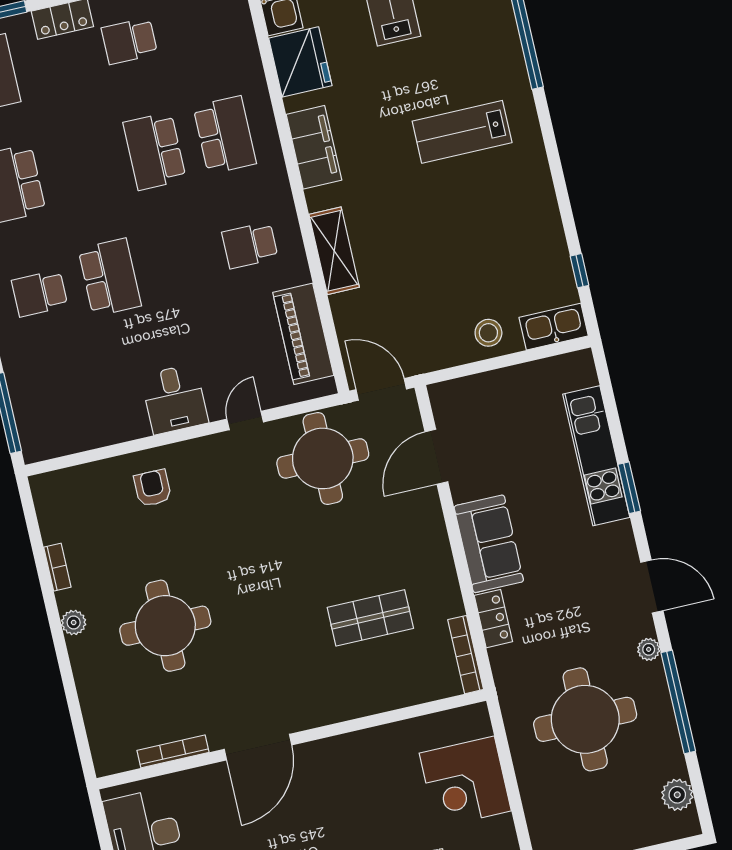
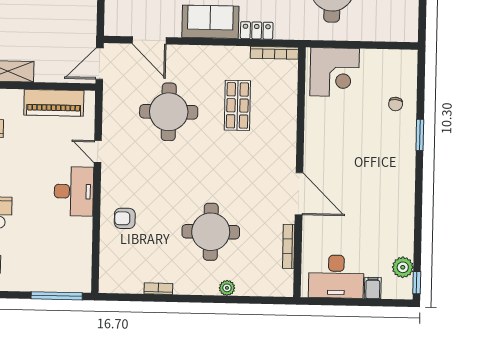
desk: (174, 399) -> (74, 191), width x1.37
round table: (323, 458) -> (169, 112), moved
plant: (74, 622) -> (227, 288), moved
corner desk: (465, 782) -> (335, 72), moved

